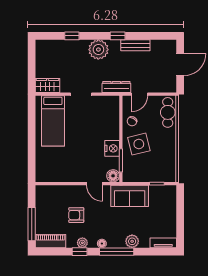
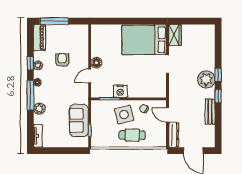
window: (72, 36) -> (218, 75), moved
dresser: (116, 87) -> (174, 135), moved
cafe table: (168, 112) -> (132, 135), moved
bed: (53, 121) -> (144, 40), width x1.50
floor lamp: (113, 176) -> (96, 63), moved
sofa: (130, 196) -> (79, 120), moved

